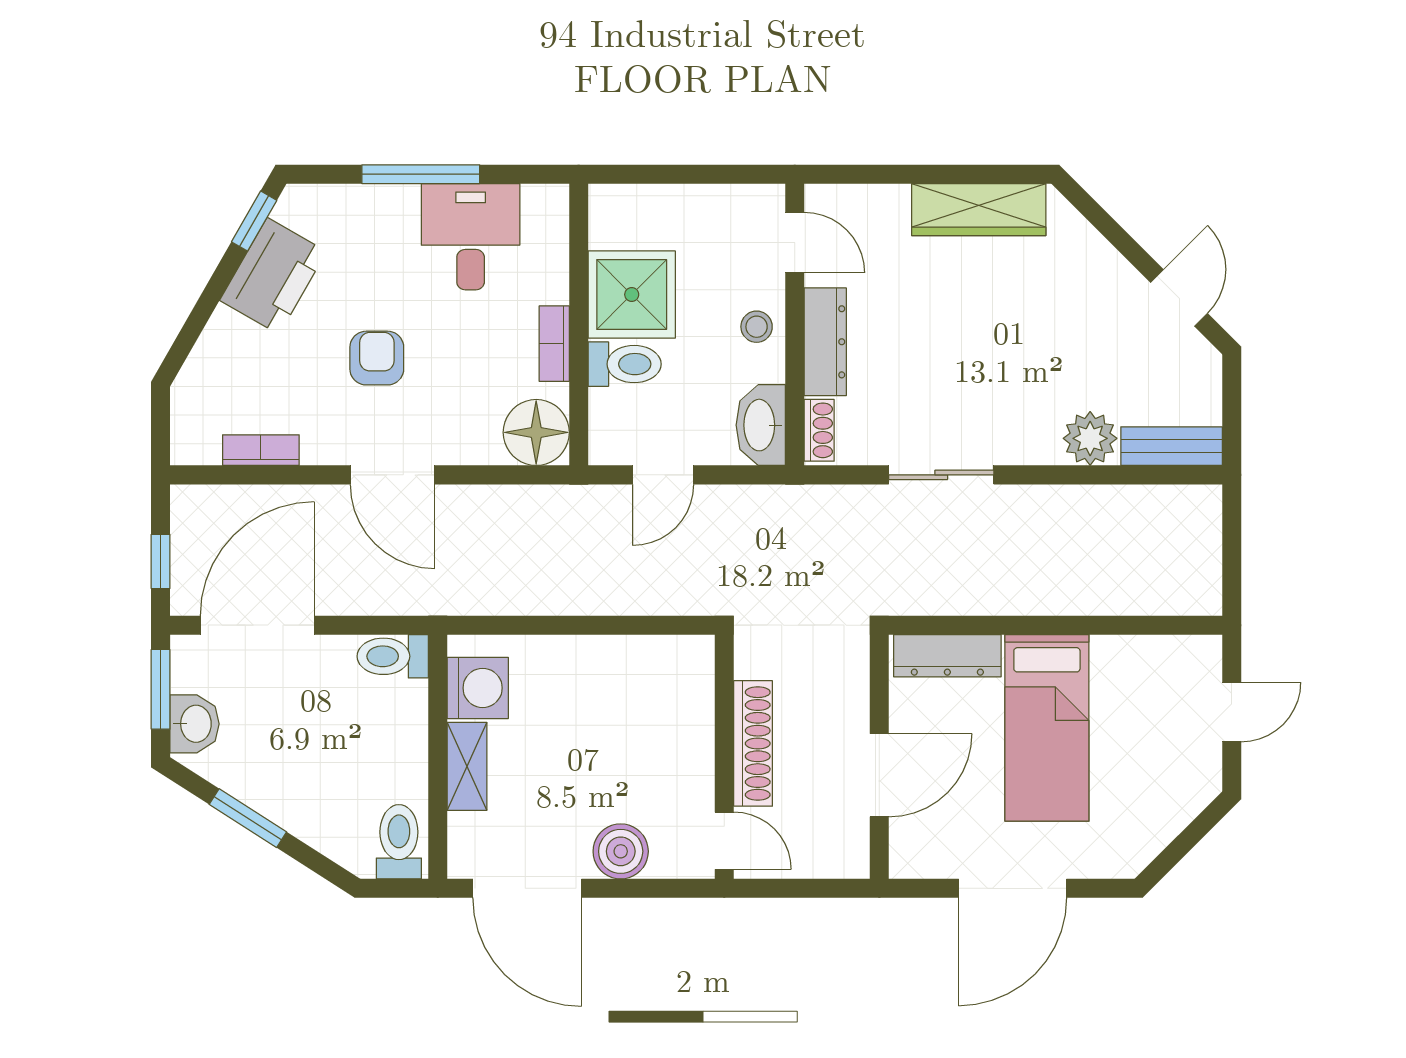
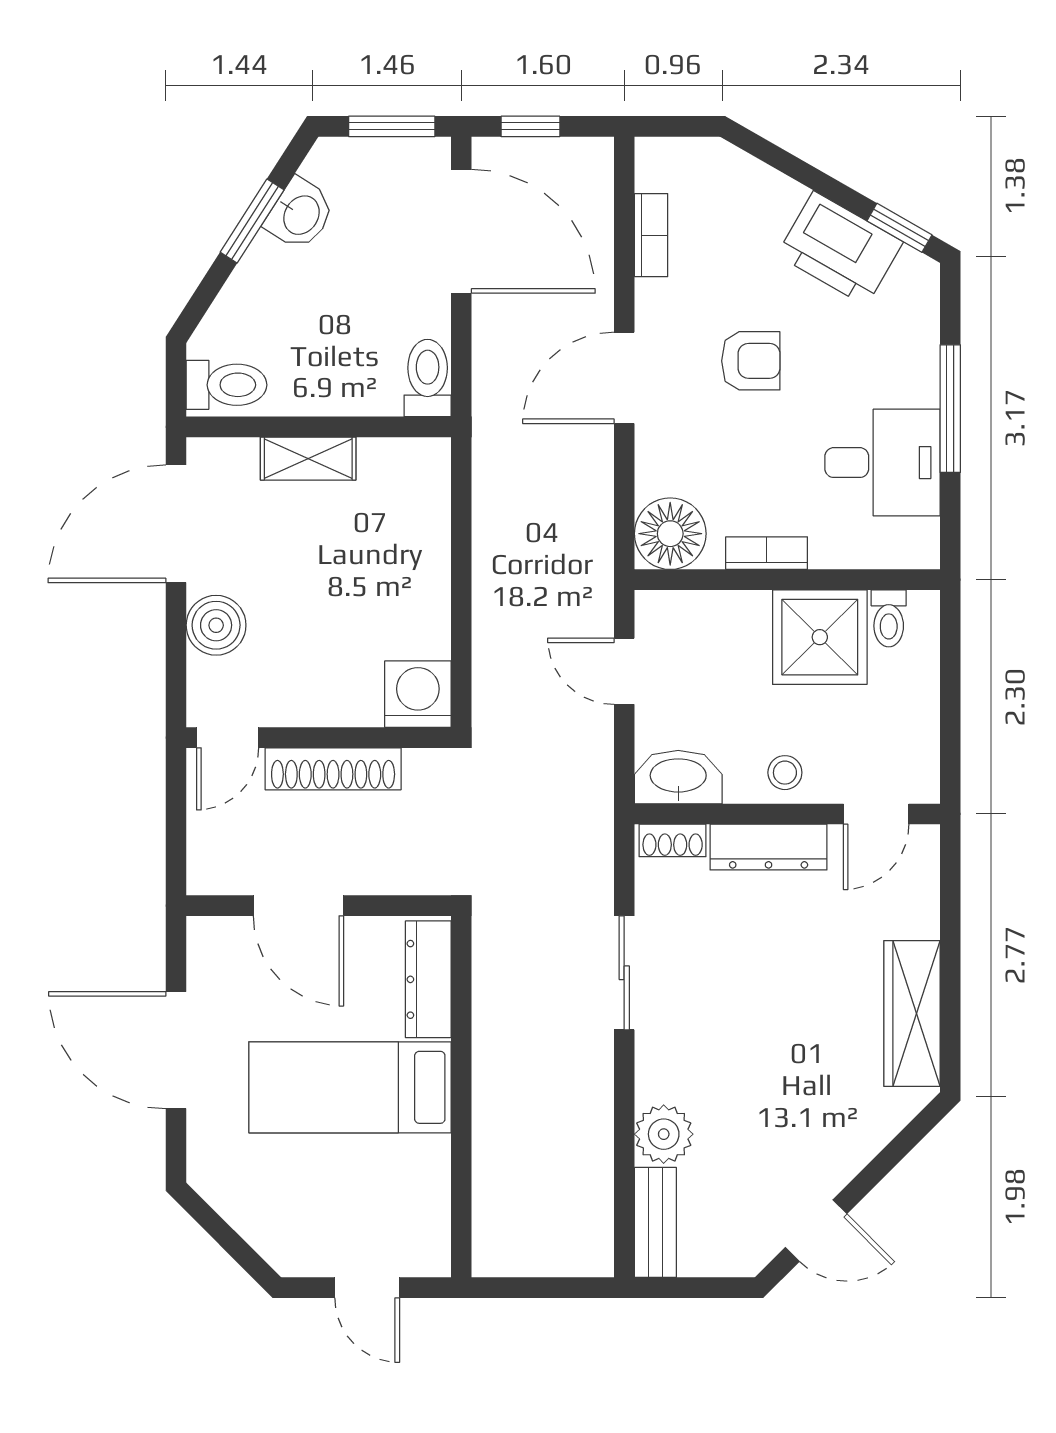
toilet: (625, 364) -> (889, 618), moved, width x0.73, depth x0.72
washing machine: (478, 688) -> (418, 694), moved, turned 180
washbasin: (195, 724) -> (300, 214), moved, turned -57

